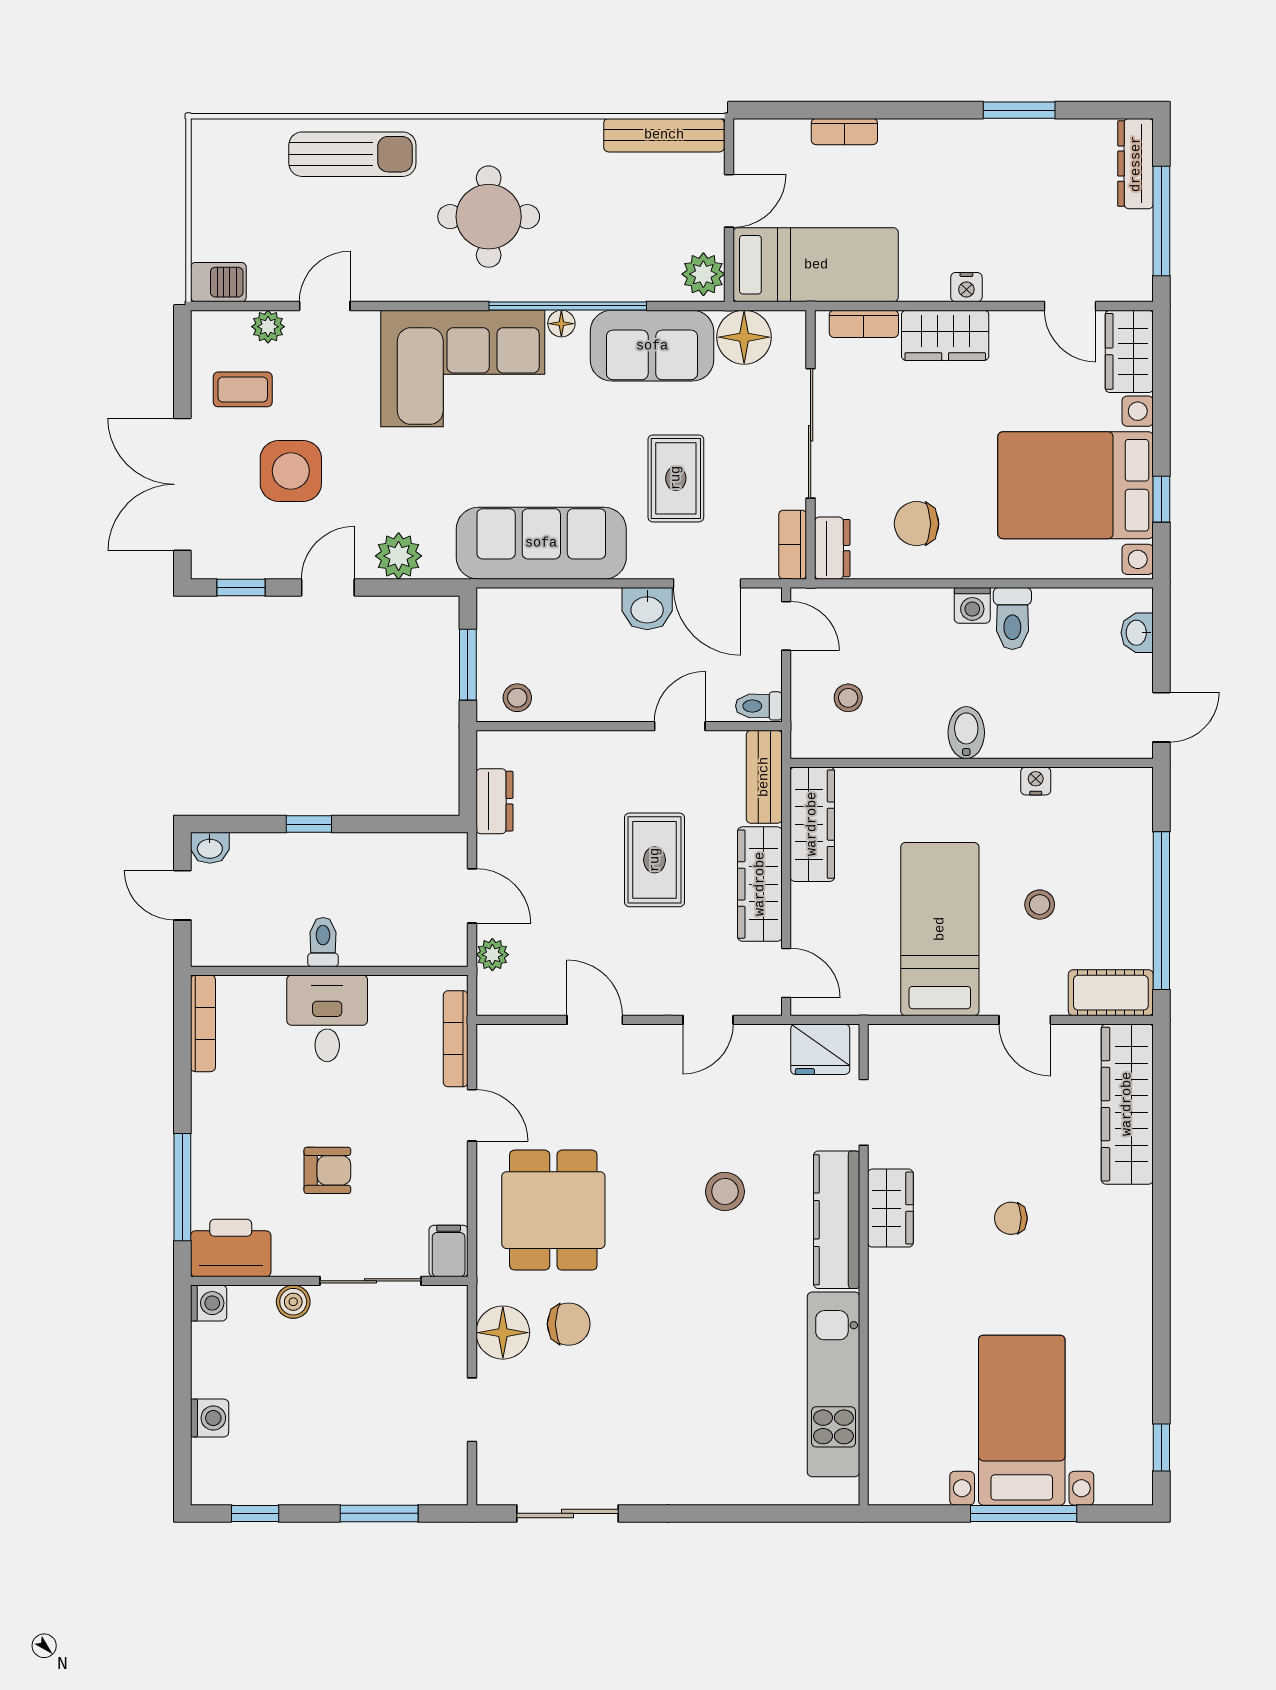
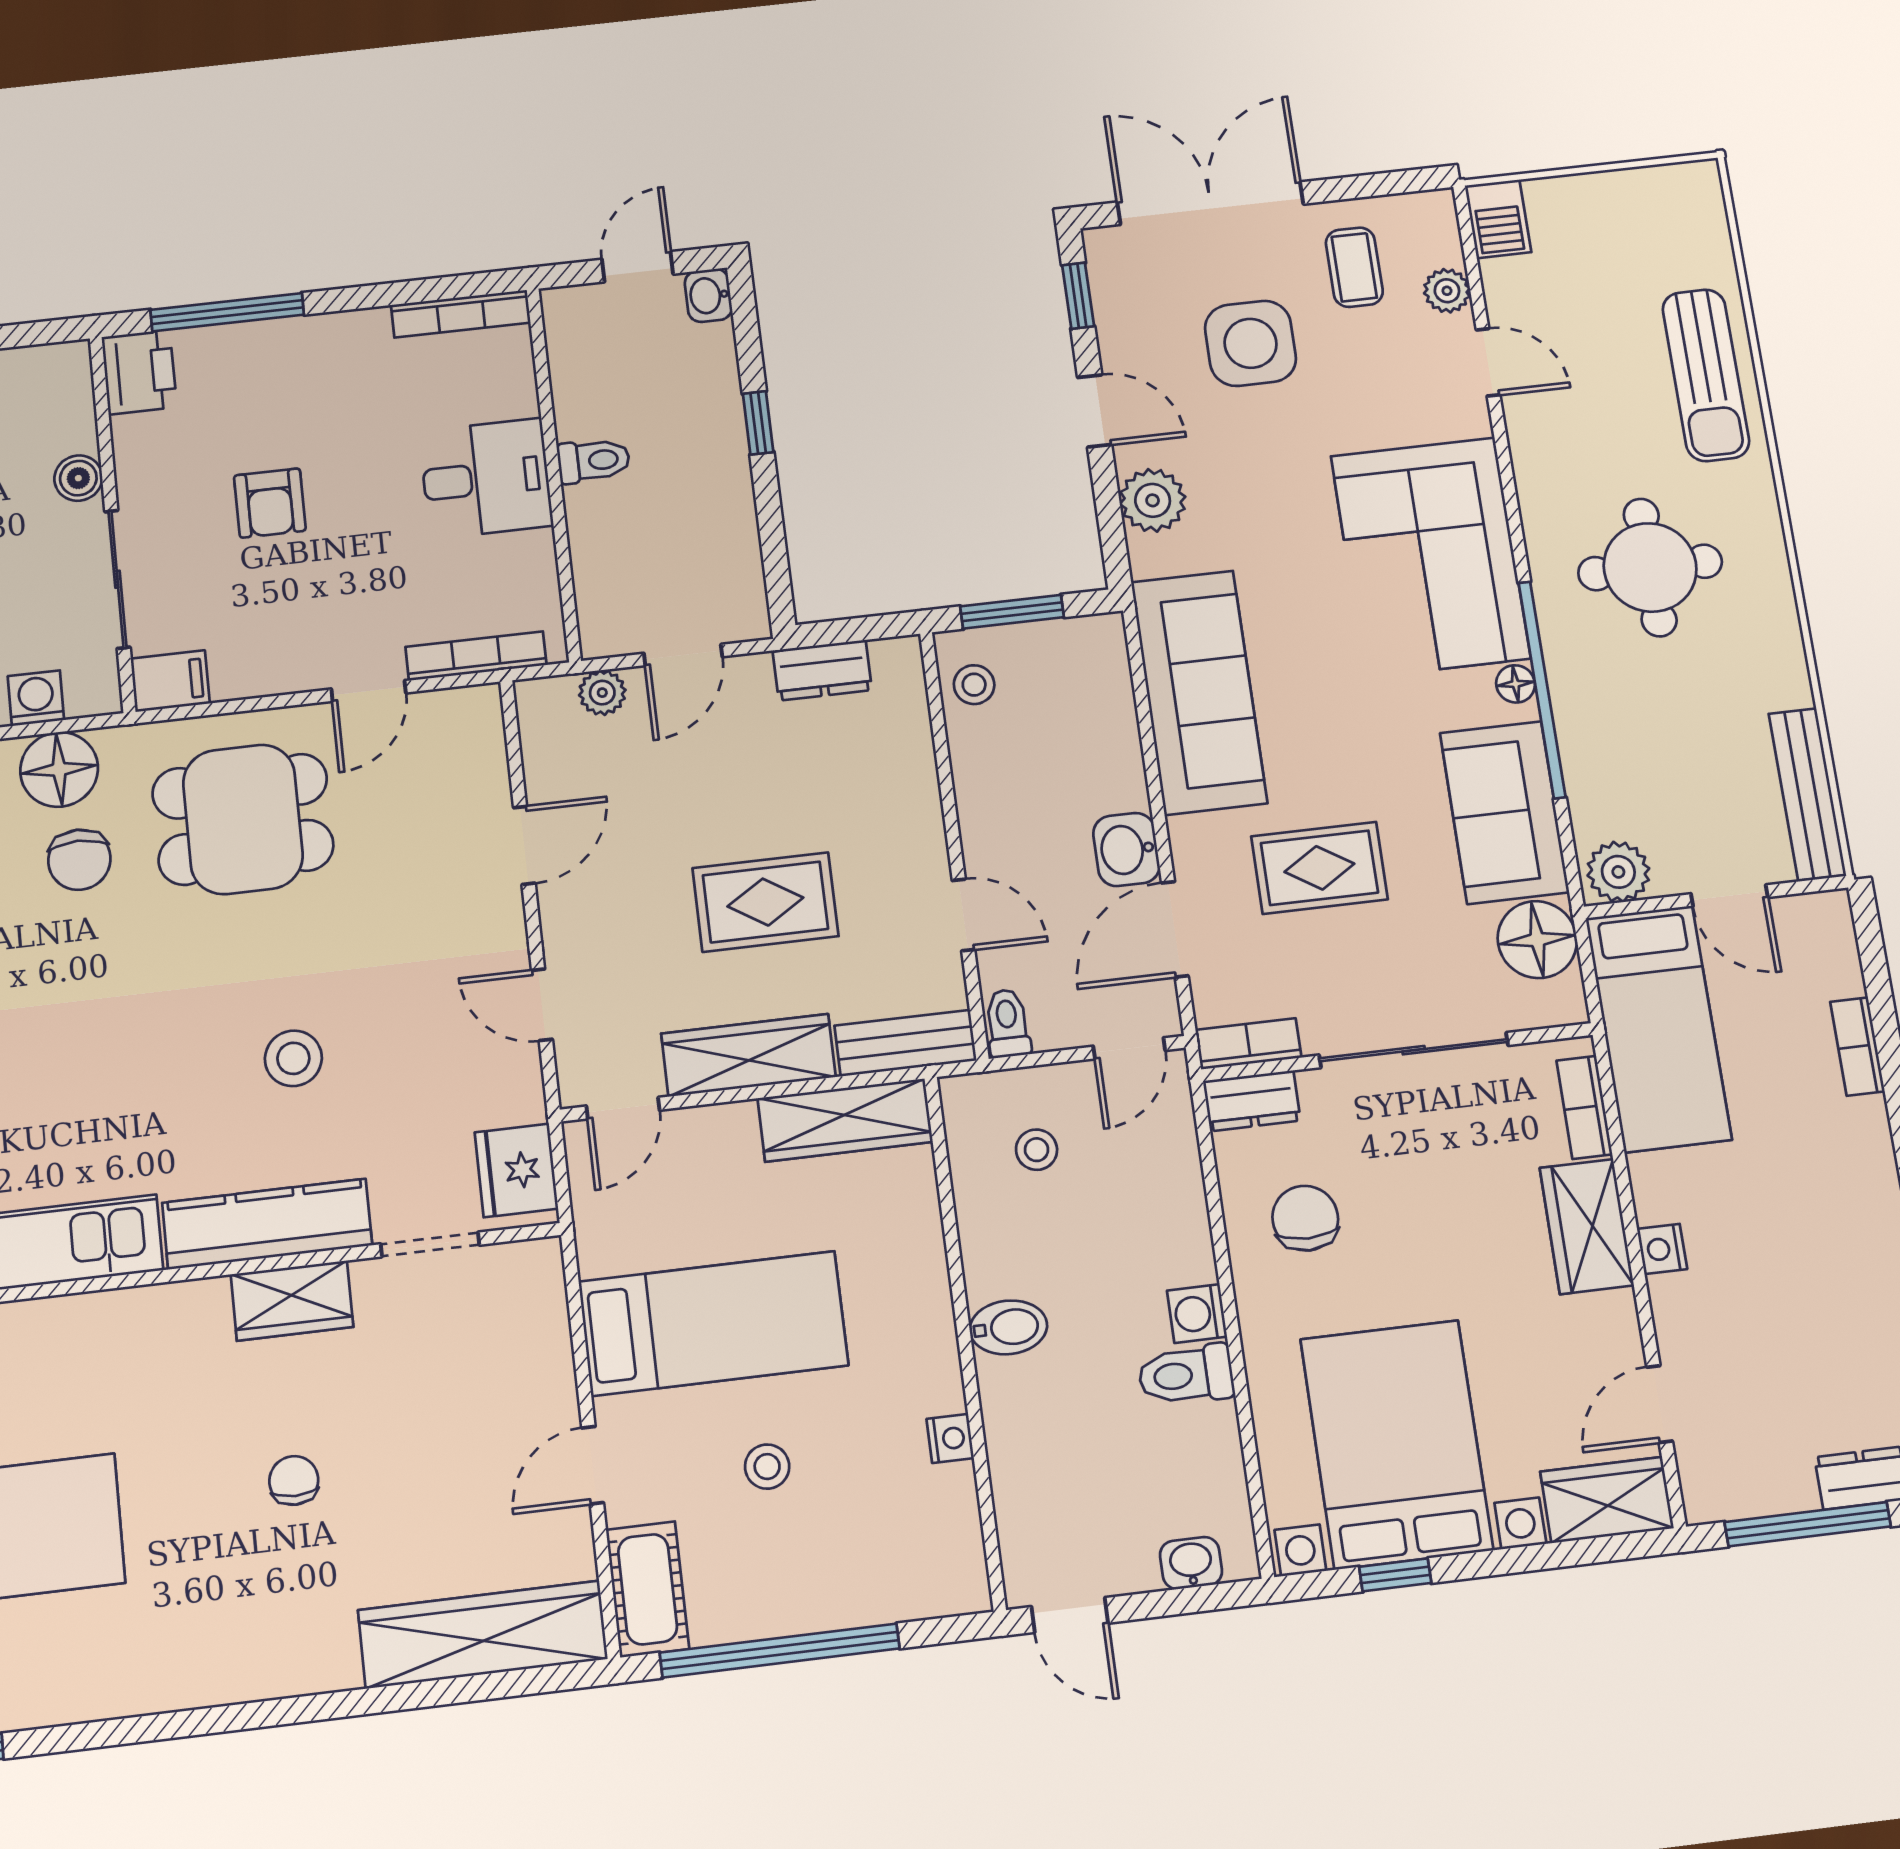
printer: (231, 1248) -> (139, 372), width x0.73, depth x0.84
washing machine: (209, 1303) -> (36, 698), moved, turned 180

